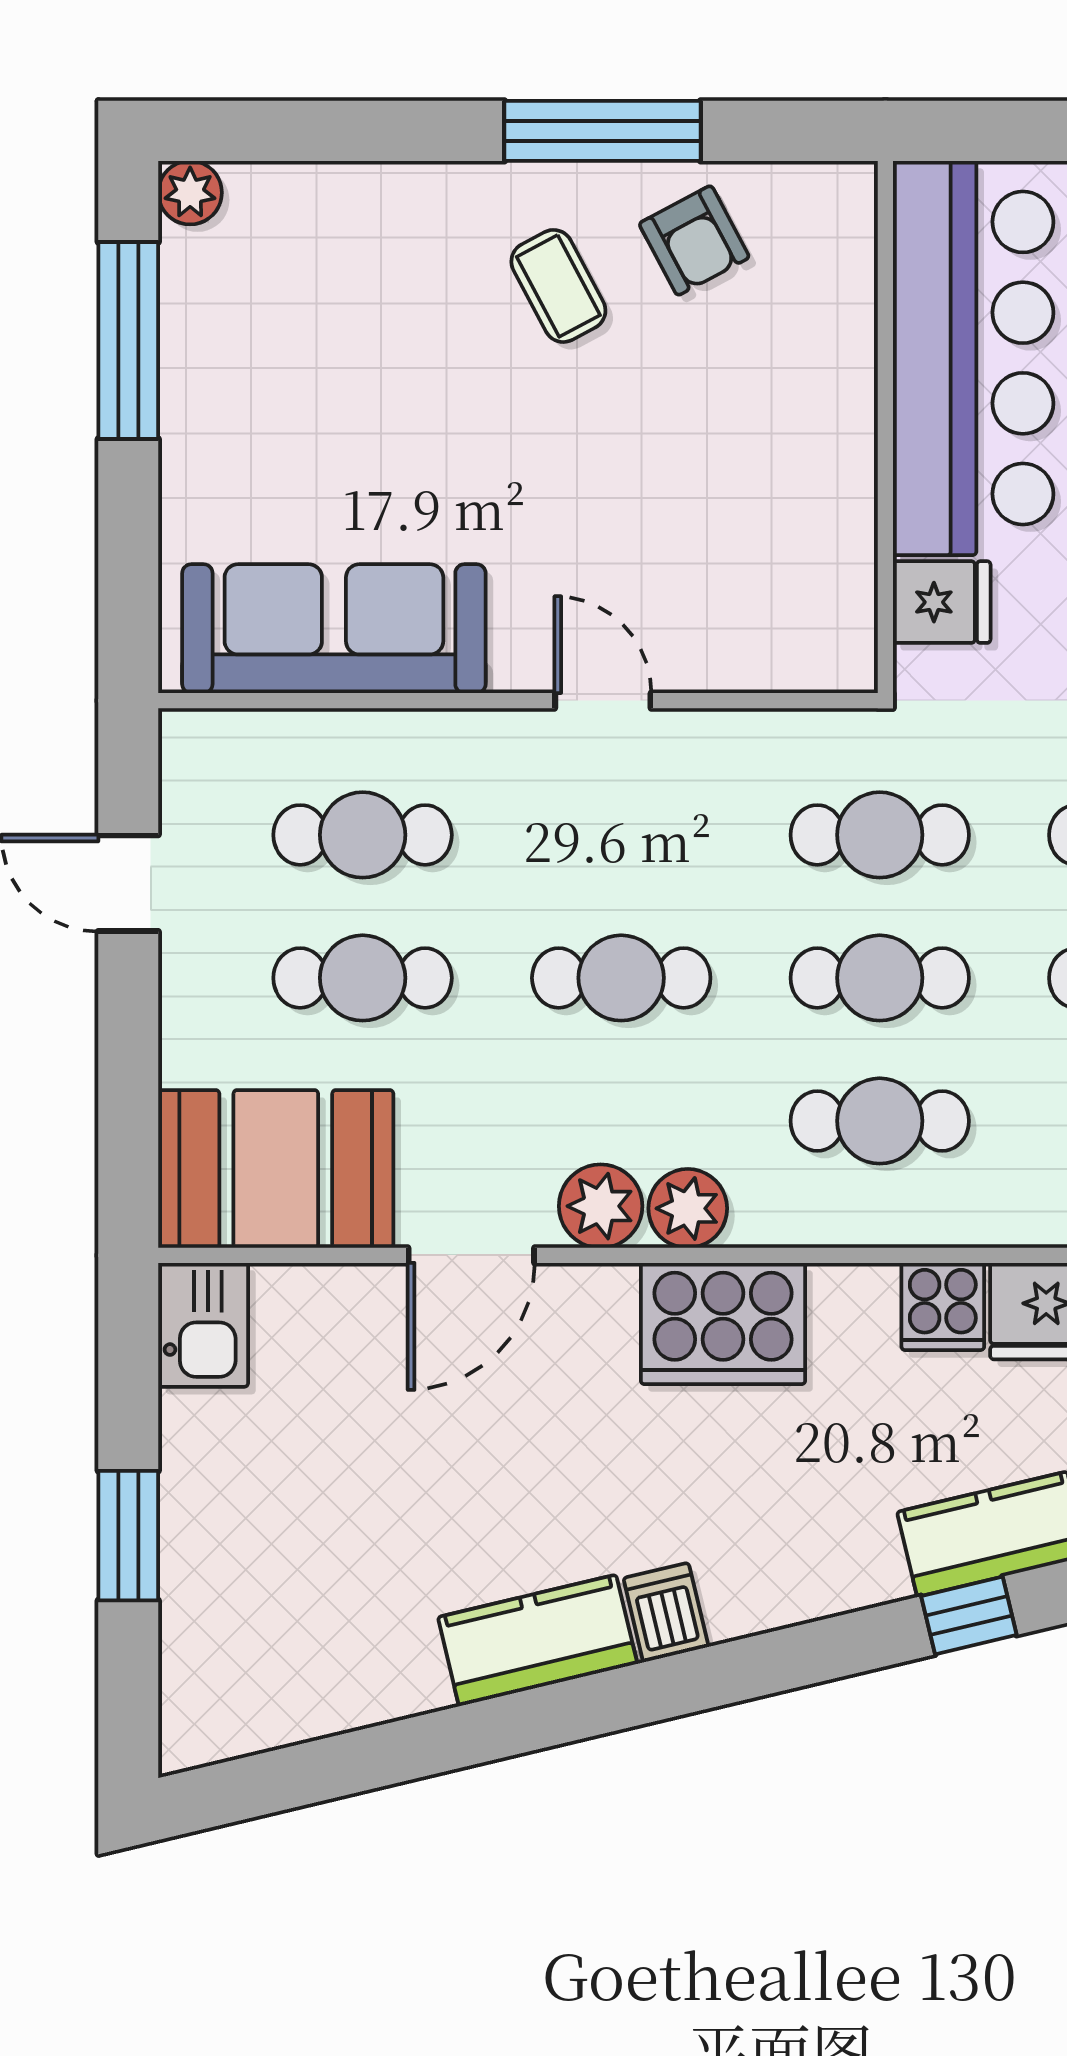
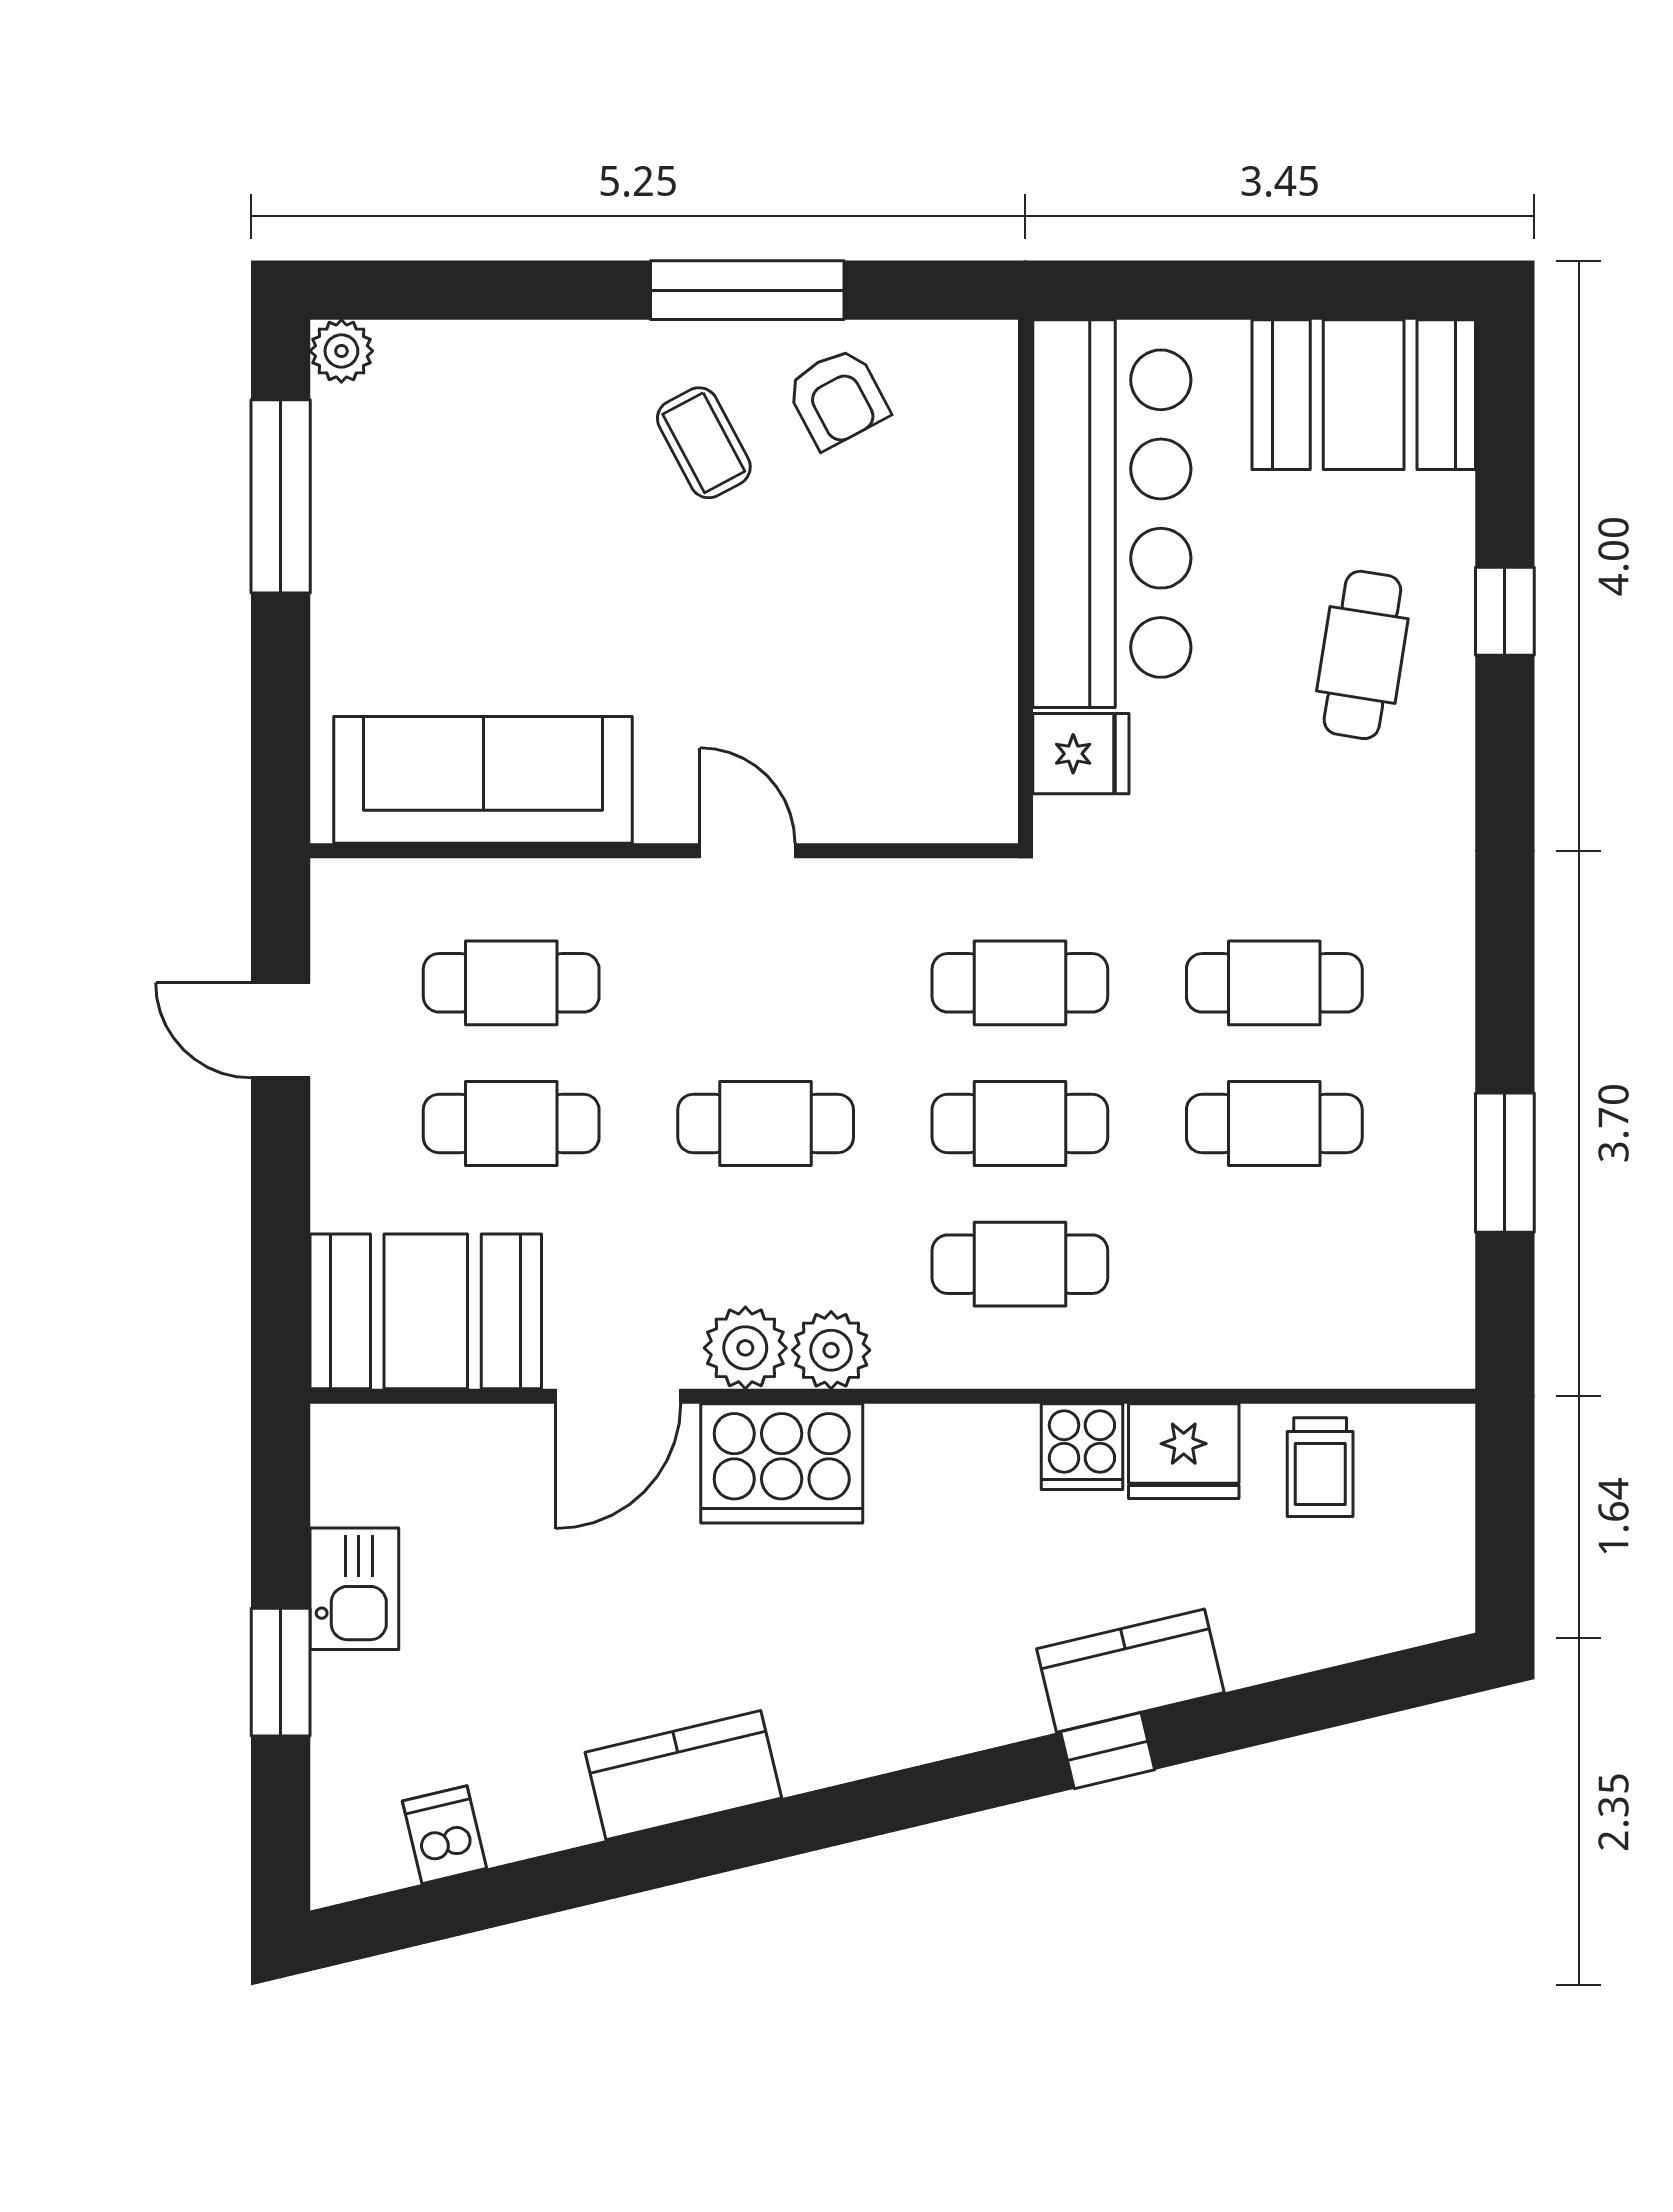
cooker: (723, 1323) -> (782, 1463), moved
kitchen sink: (203, 1325) -> (354, 1589), moved
dishwasher: (666, 1612) -> (445, 1835), moved

